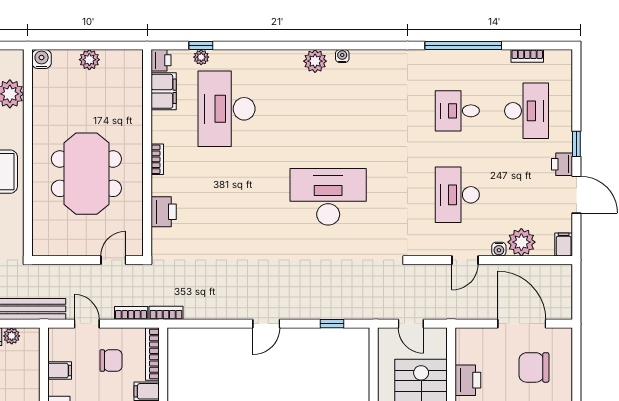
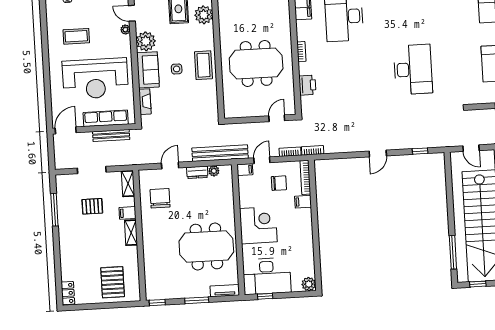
meeting table: (86, 174) -> (256, 63), turned 90
desk: (328, 197) -> (413, 69), turned 90
door: (87, 324) -> (262, 160), hinge flipped
filing cabinet: (60, 371) -> (245, 169), moved

